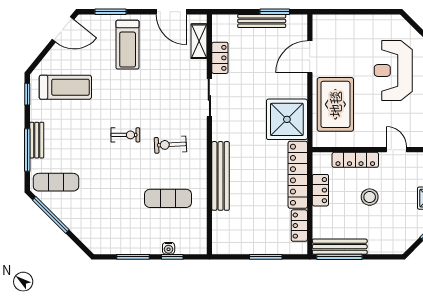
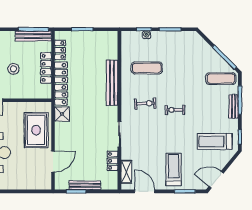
shower: (287, 119) -> (62, 114), width x0.54, depth x0.54
locker: (355, 160) -> (23, 93), removed
locker: (320, 190) -> (46, 68), width x1.53

